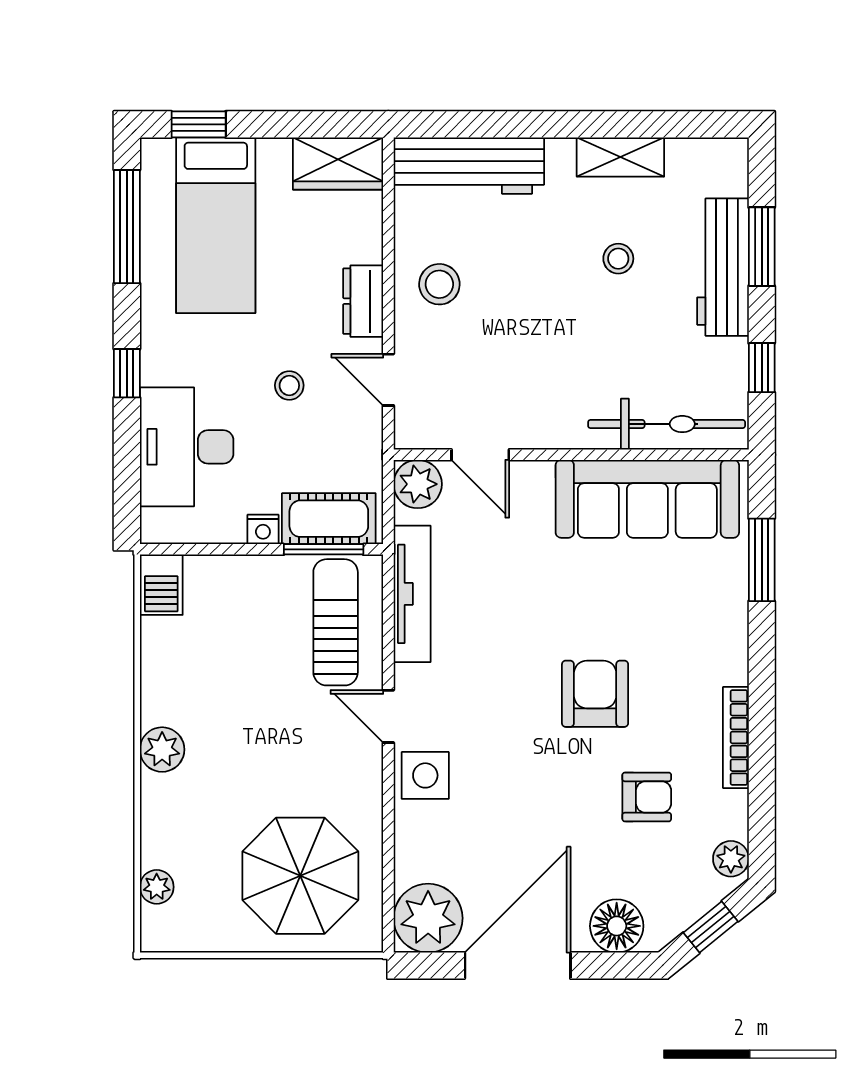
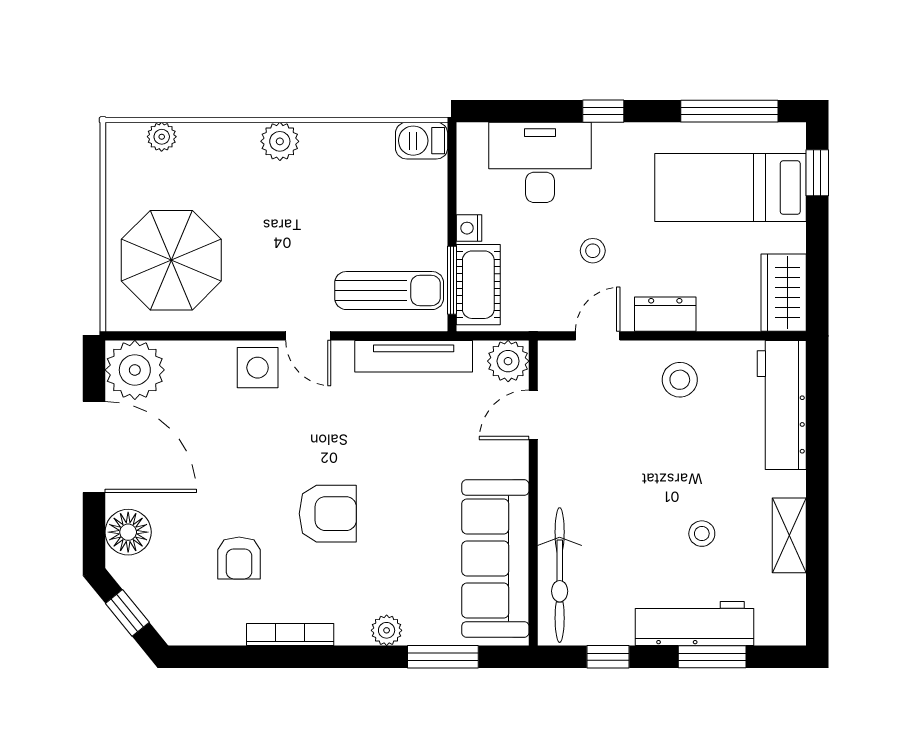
door: (388, 716) -> (308, 336), swing flipped
plant: (731, 859) -> (387, 630), moved

